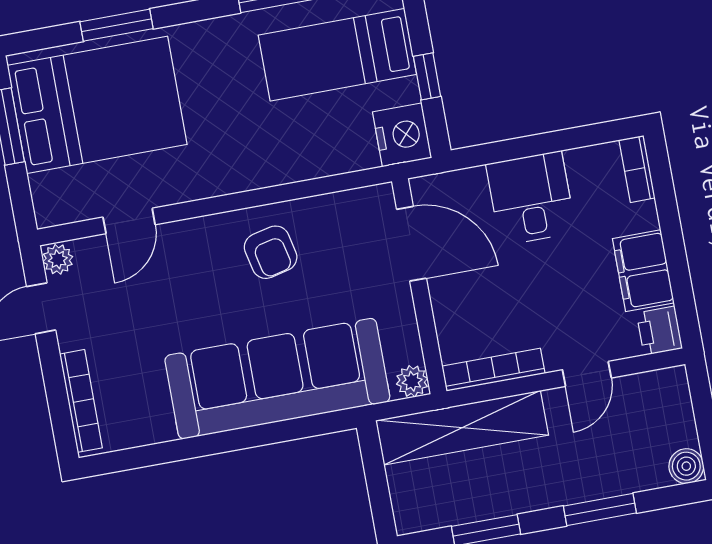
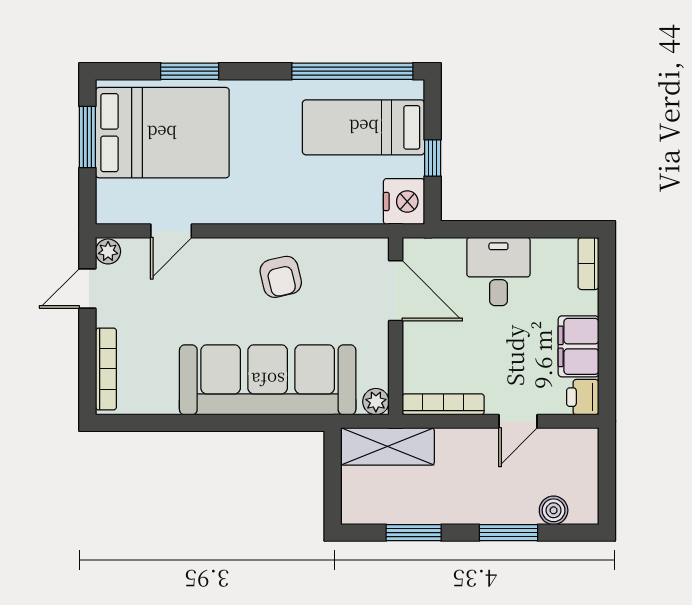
shelving: (462, 428) -> (388, 446), width x0.68
boiler: (686, 466) -> (554, 510), moved

